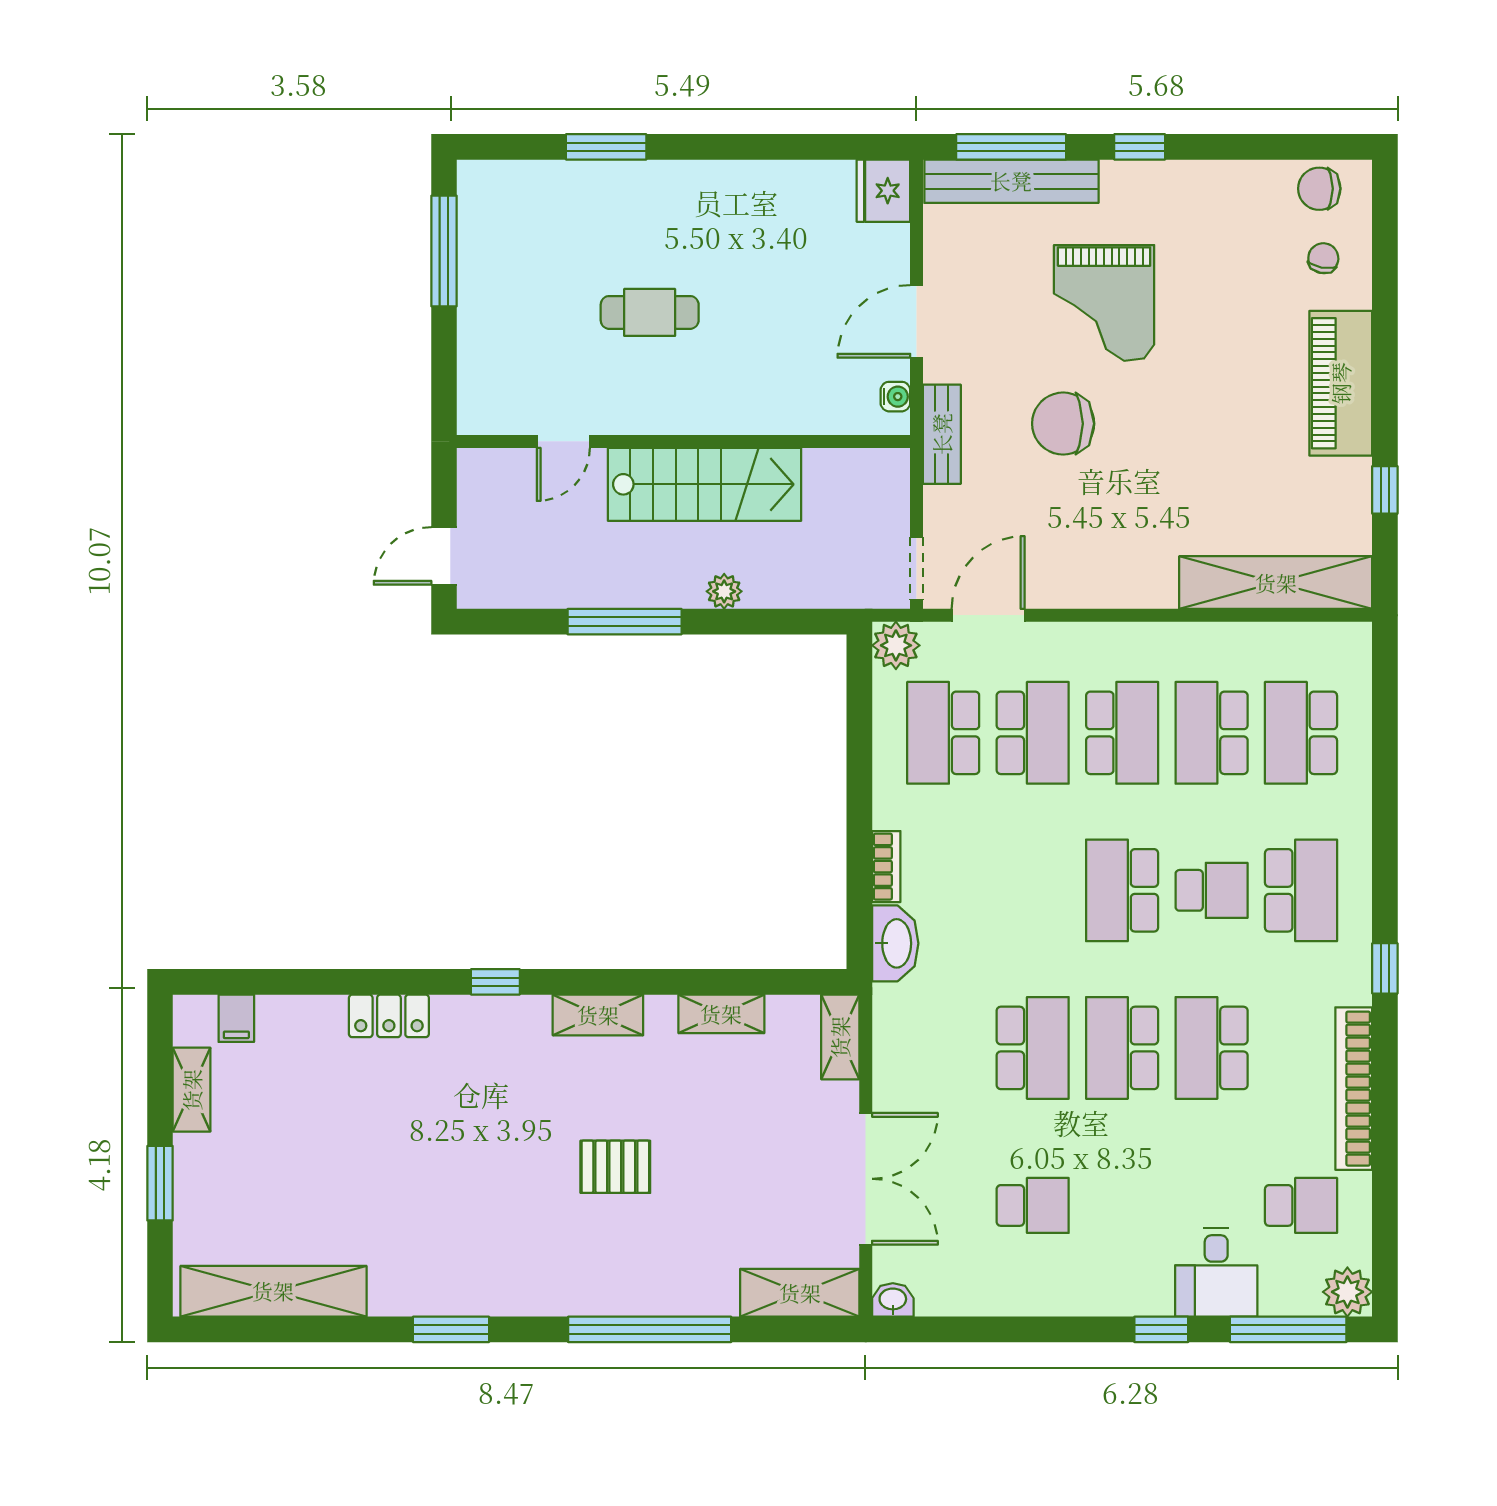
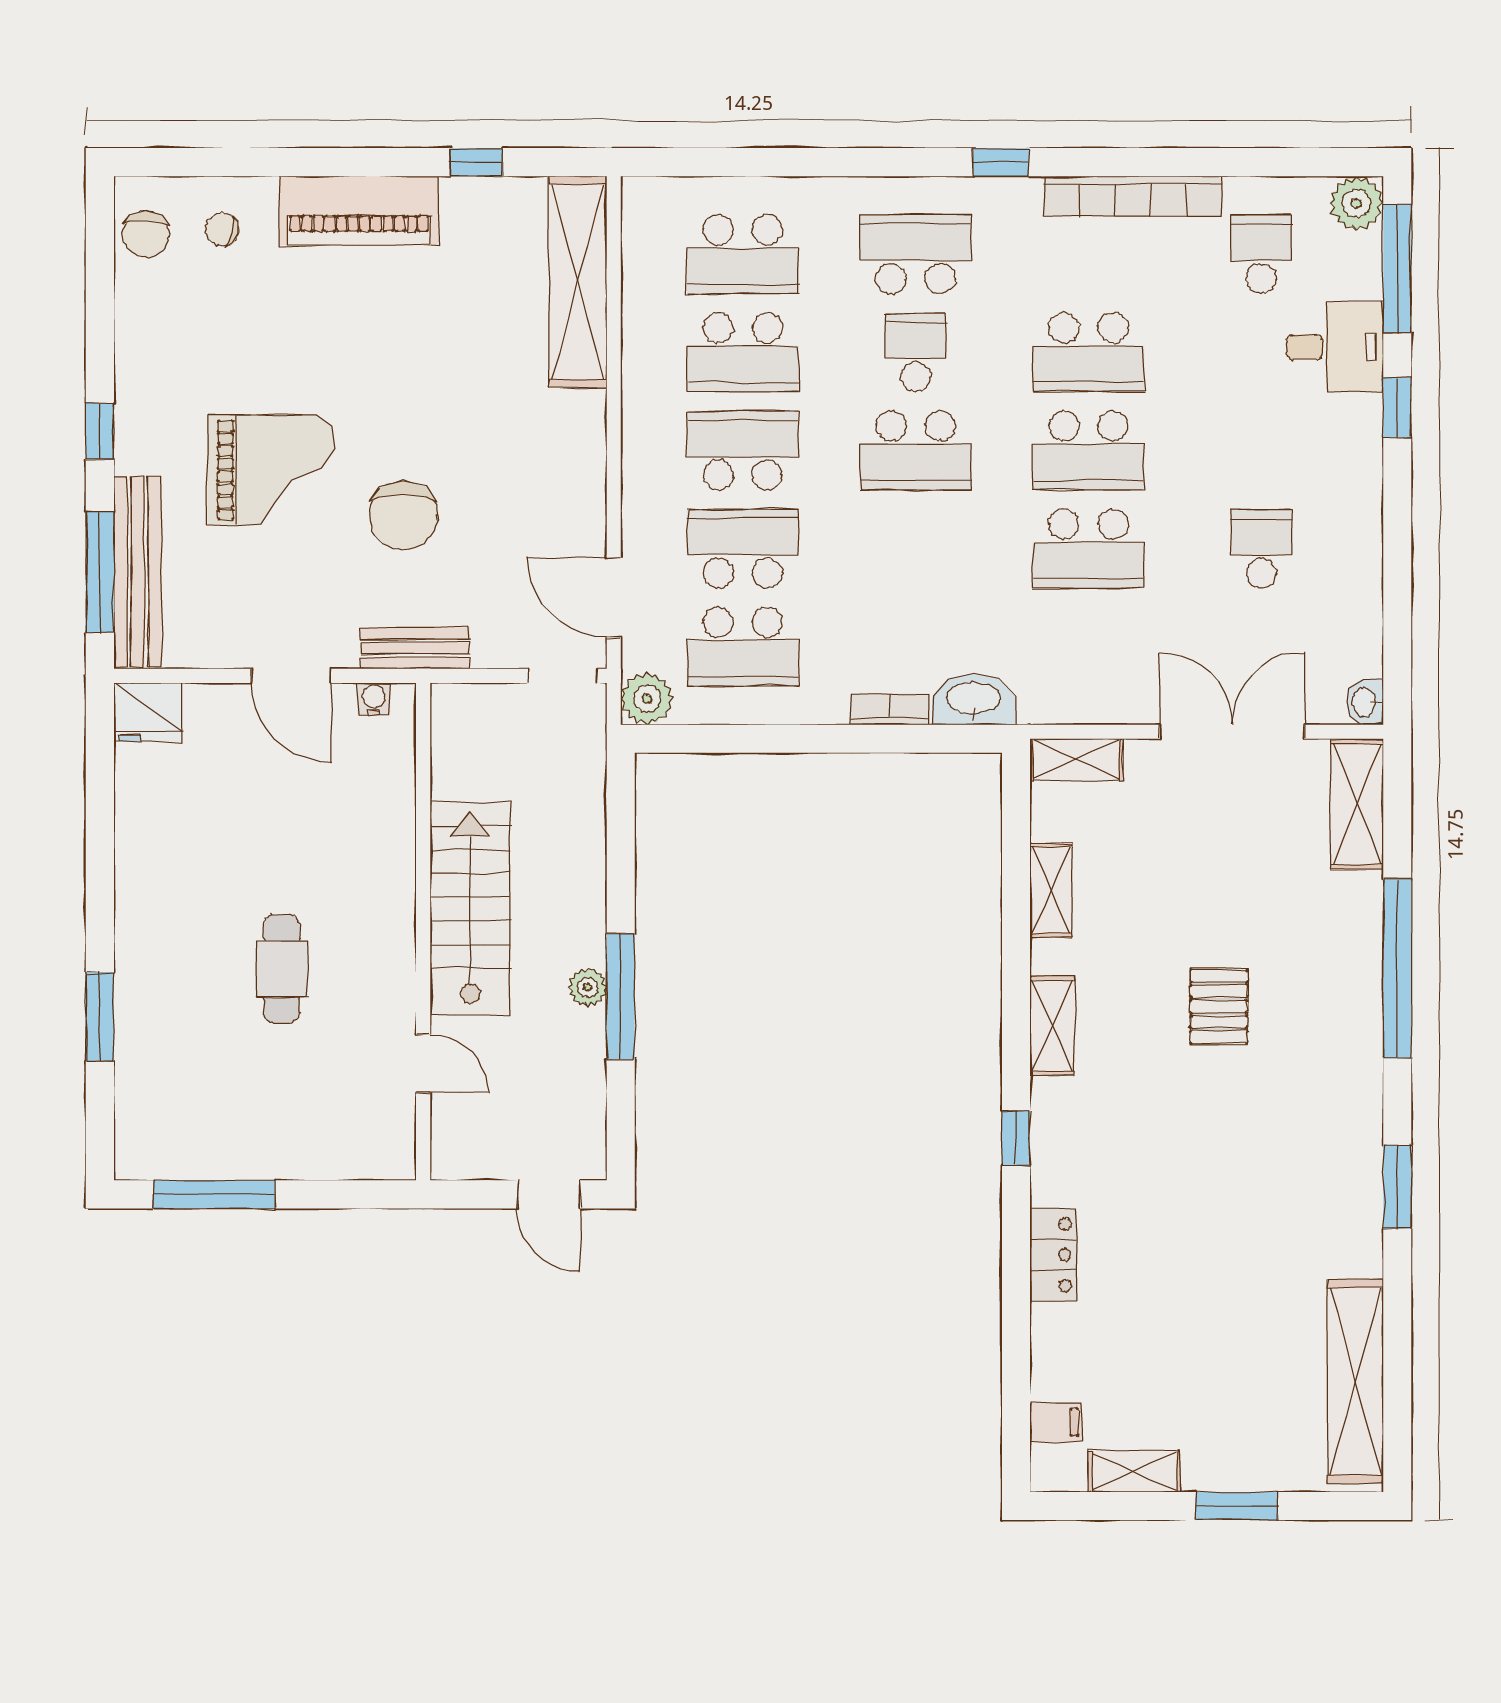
plant: (724, 591) -> (588, 987), moved
school desk: (1033, 1048) -> (1088, 549), turned 180

